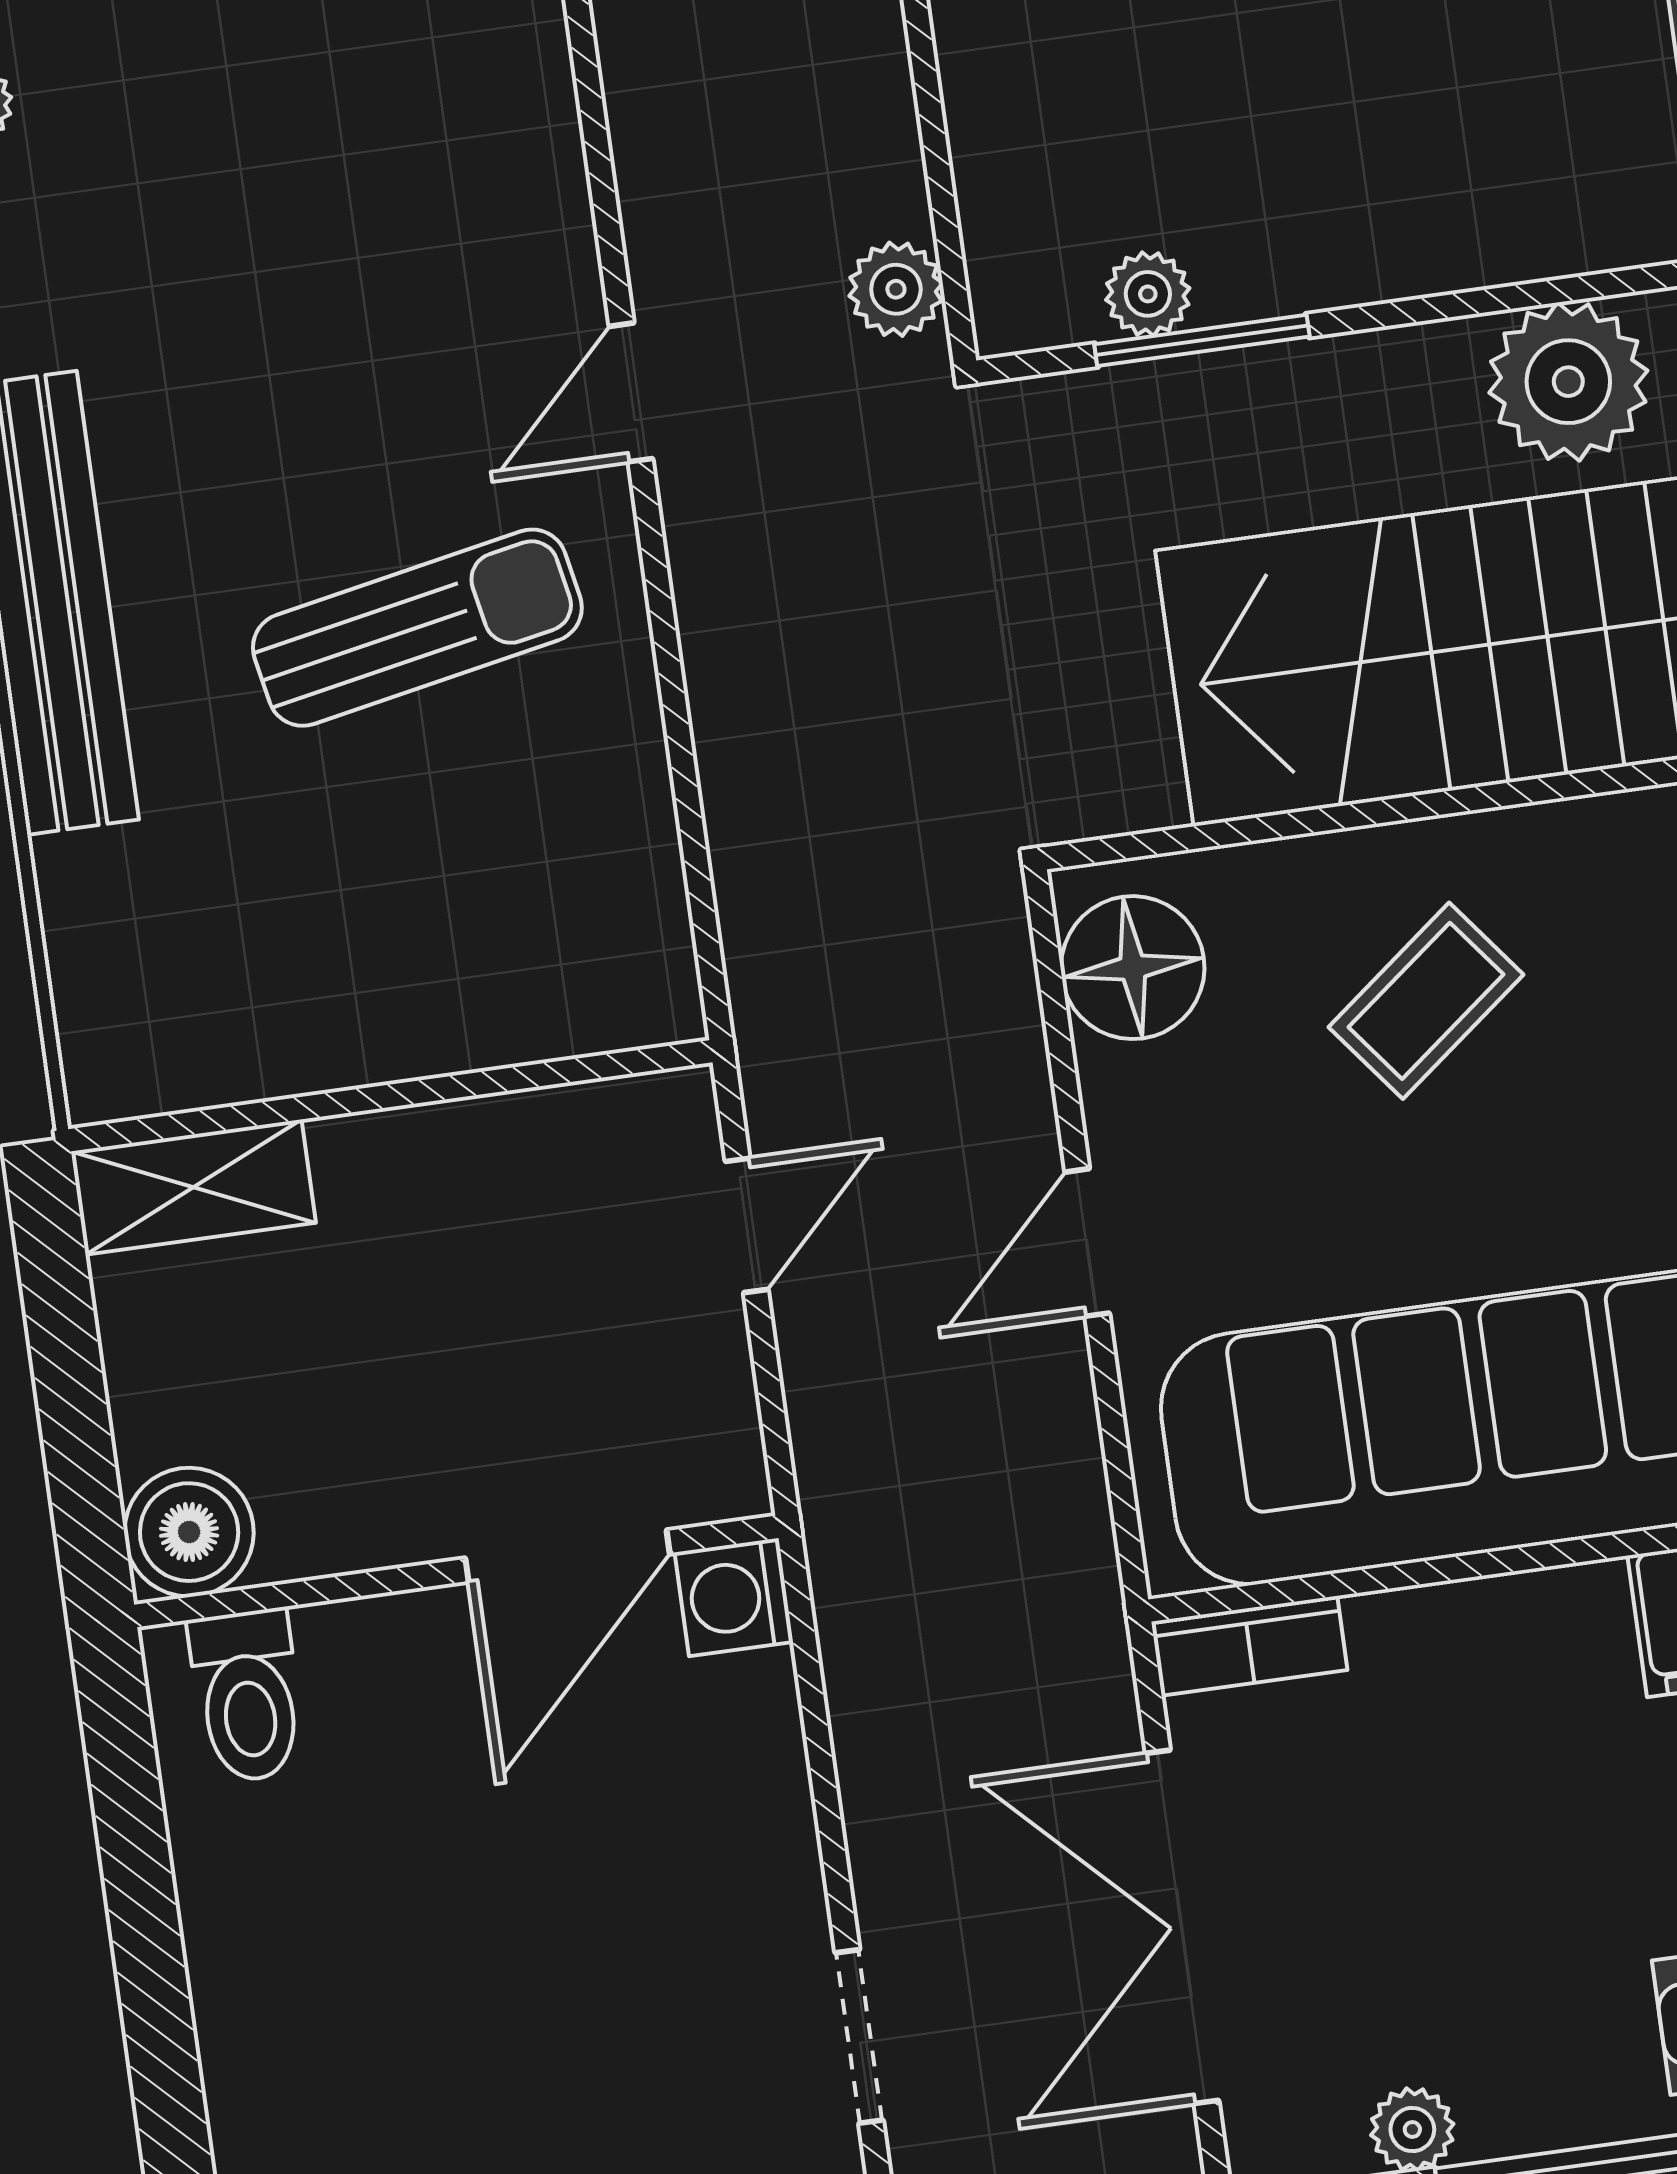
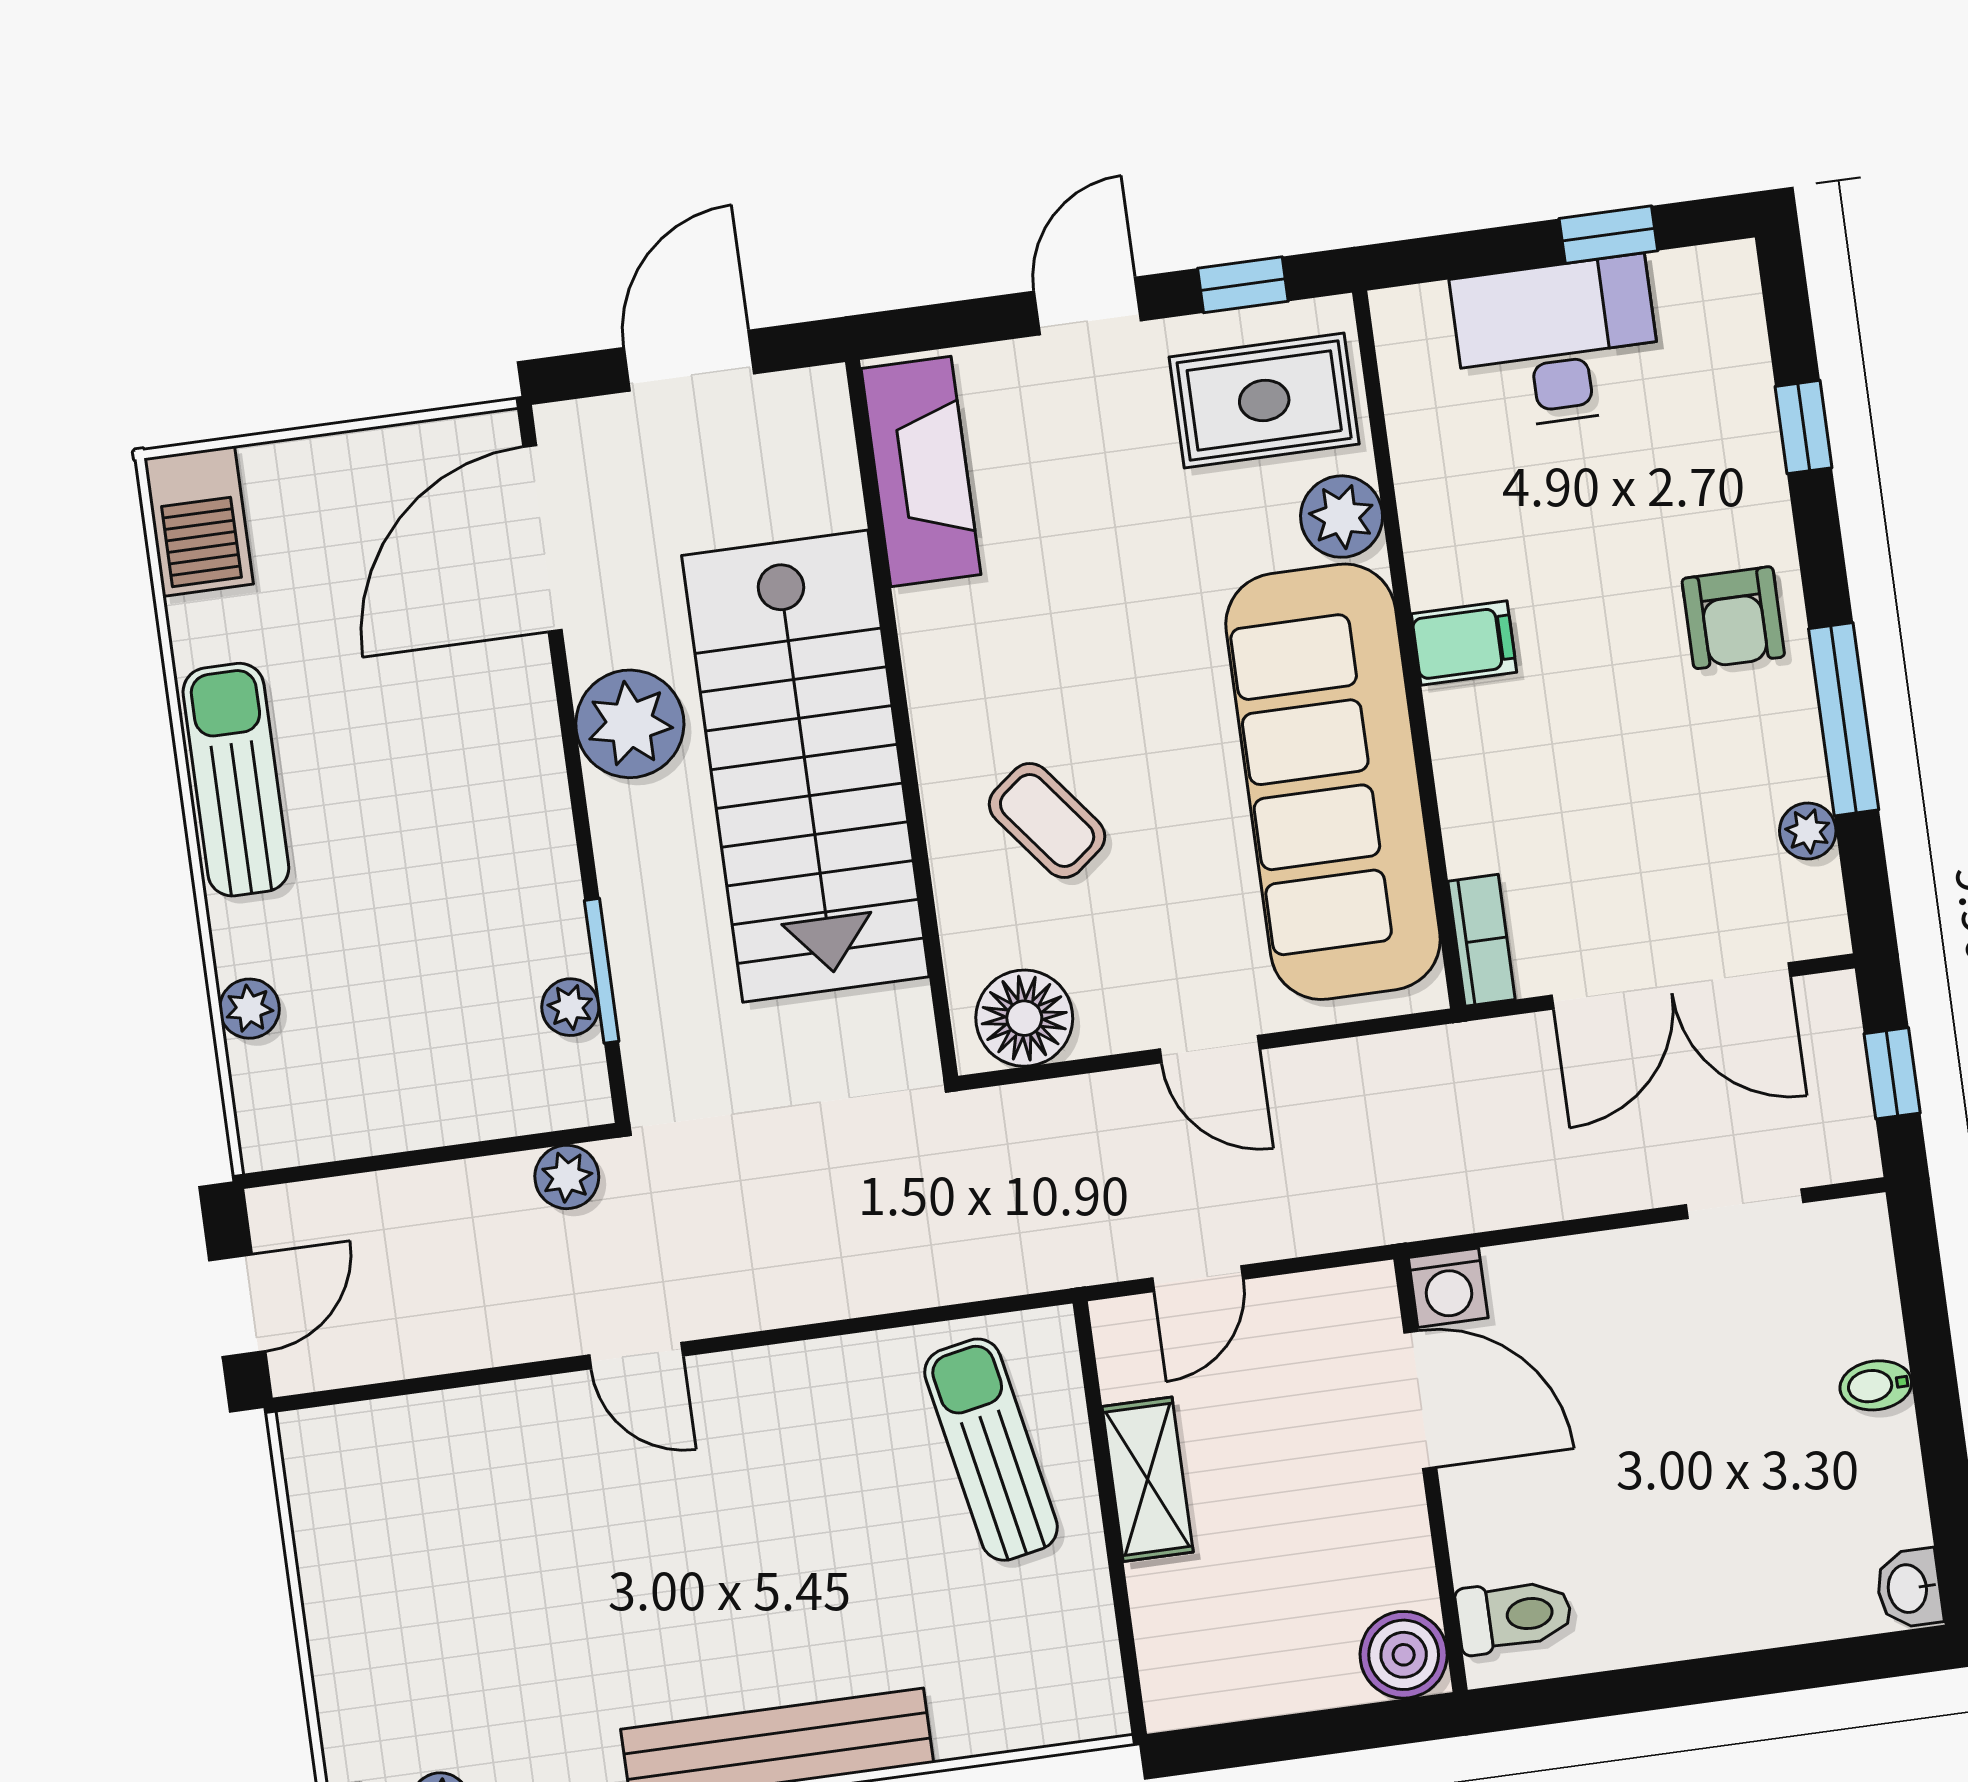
sun lounger: (417, 628) -> (991, 1450), moved
shelving: (193, 1187) -> (1148, 1479), moved
door: (747, 1225) -> (1198, 1279), swing flipped

